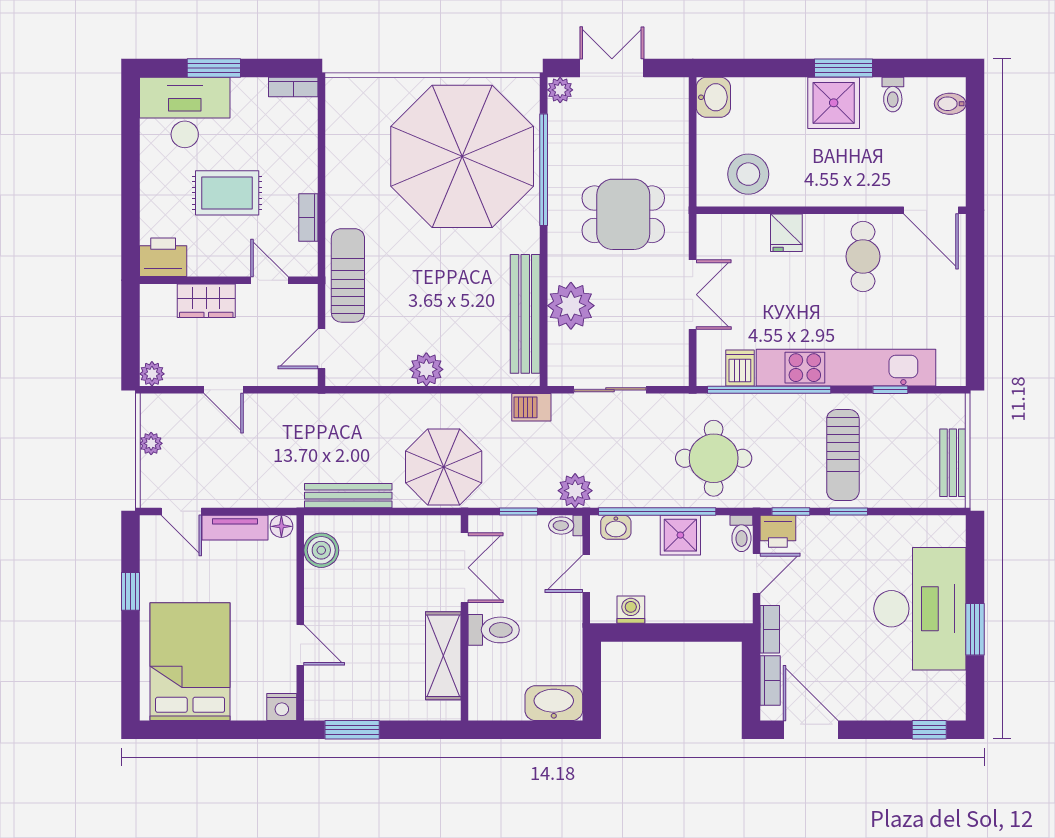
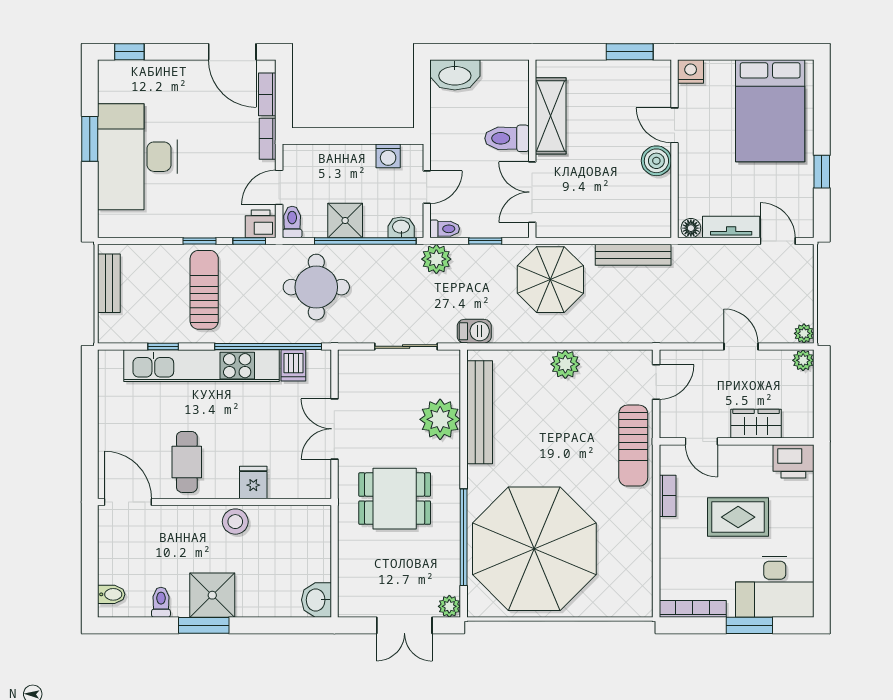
bookcase: (293, 87) -> (693, 609), width x1.56
stool: (748, 174) -> (235, 522), moved, width x0.73, depth x0.73
plant: (151, 443) -> (804, 333), moved
boiler: (321, 550) -> (656, 161), moved

